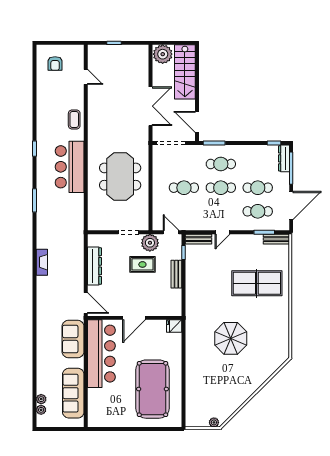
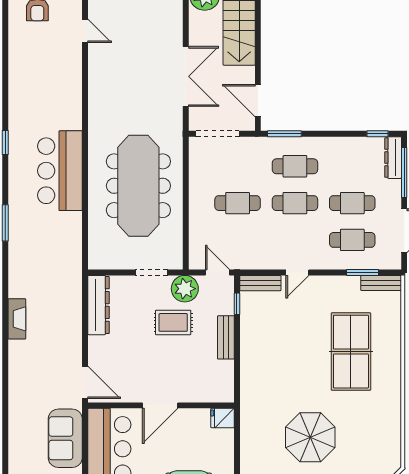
coffee table: (74, 119) -> (67, 97), removed
meeting table: (120, 177) -> (138, 186), width x1.36
dresser: (94, 266) -> (99, 305), moved
table tennis table: (257, 283) -> (351, 352), turned 90

